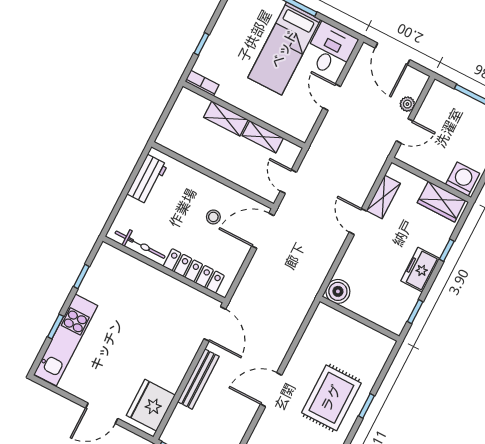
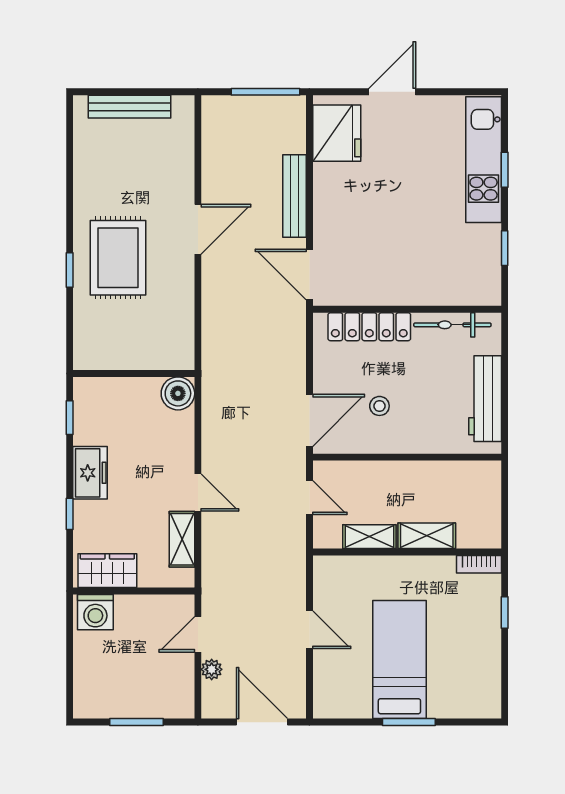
desk: (330, 50) -> (342, 688), removed
workbench: (147, 179) -> (485, 399), width x1.37

